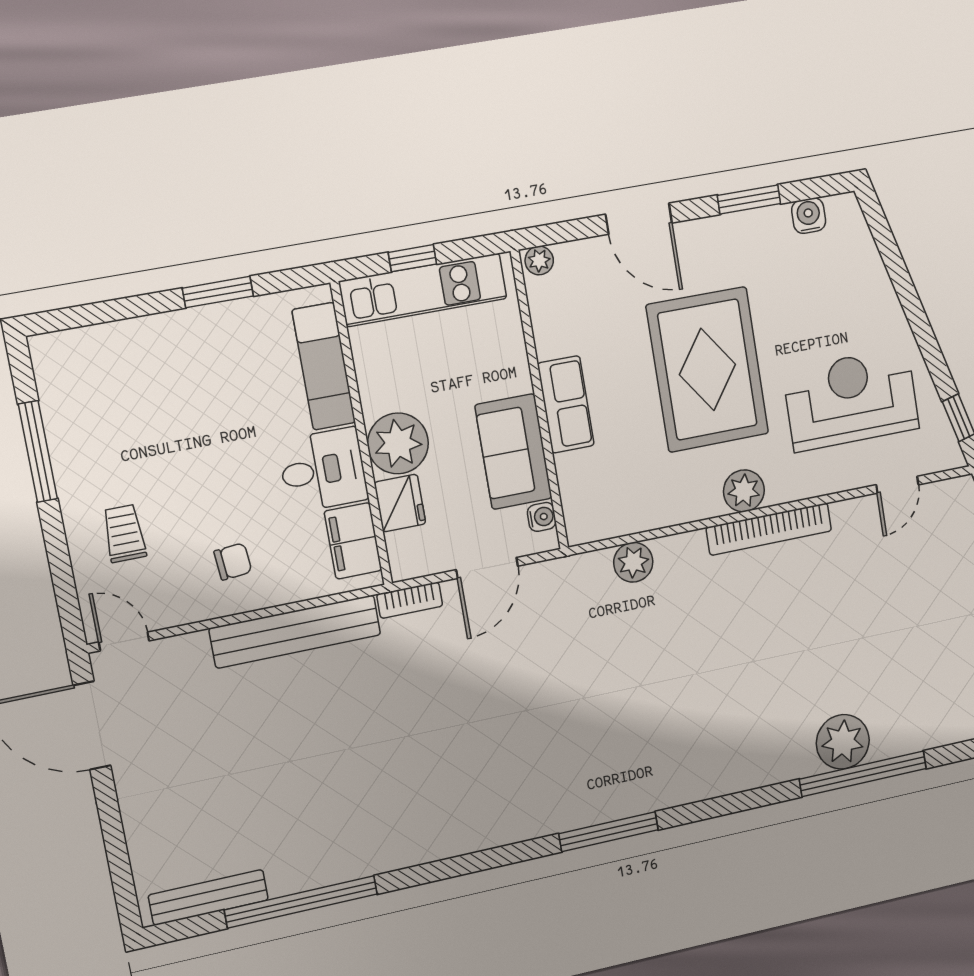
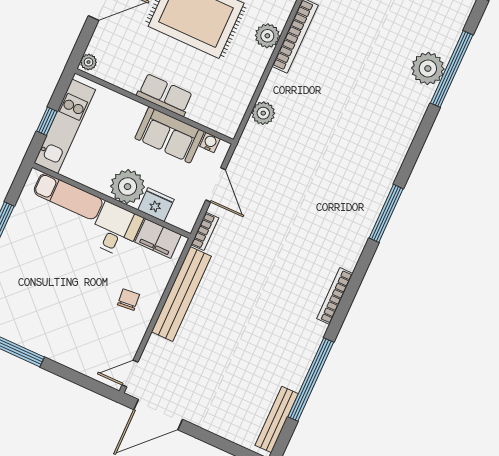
trolley: (124, 533) -> (81, 339), removed
bookcase: (444, 847) -> (335, 296), added

